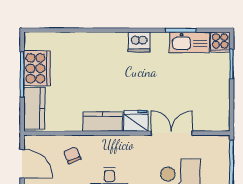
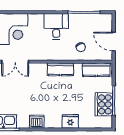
kitchen counter: (34, 108) -> (96, 70), moved, turned -90
fridge: (136, 121) -> (70, 121), moved, turned 180

